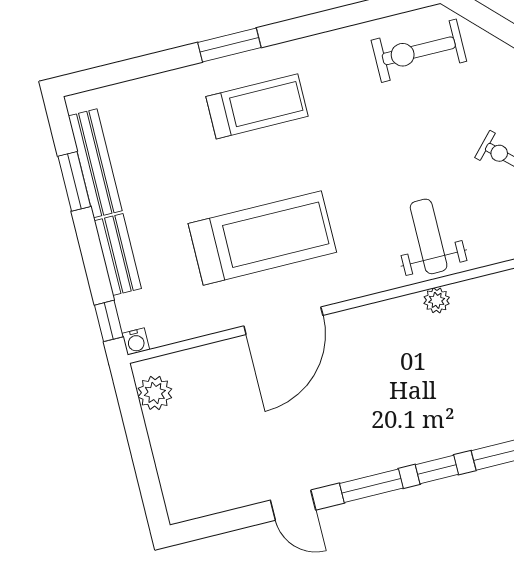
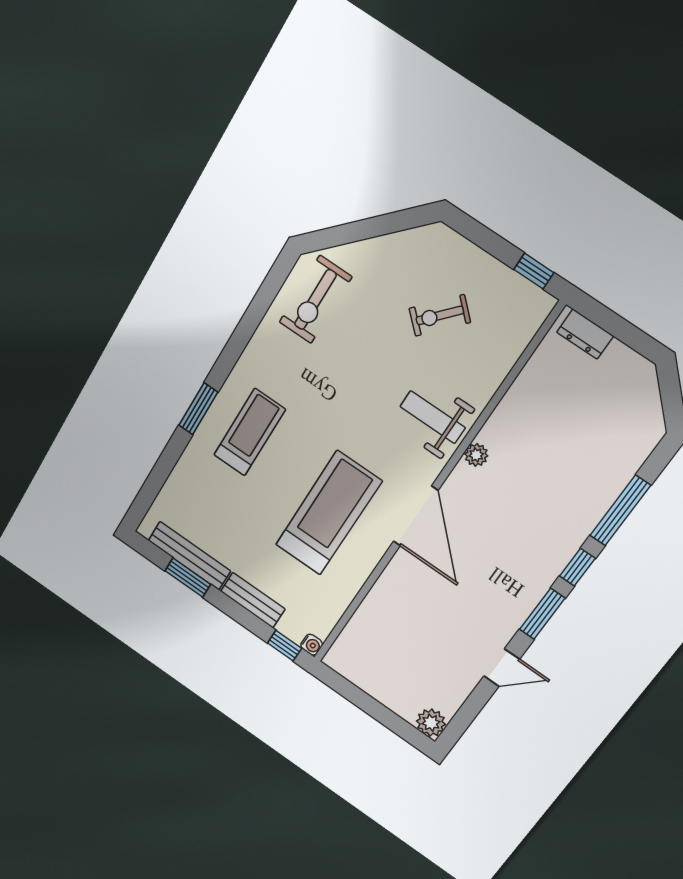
door: (283, 321) -> (416, 516), moved
plant: (155, 393) -> (431, 723), moved

